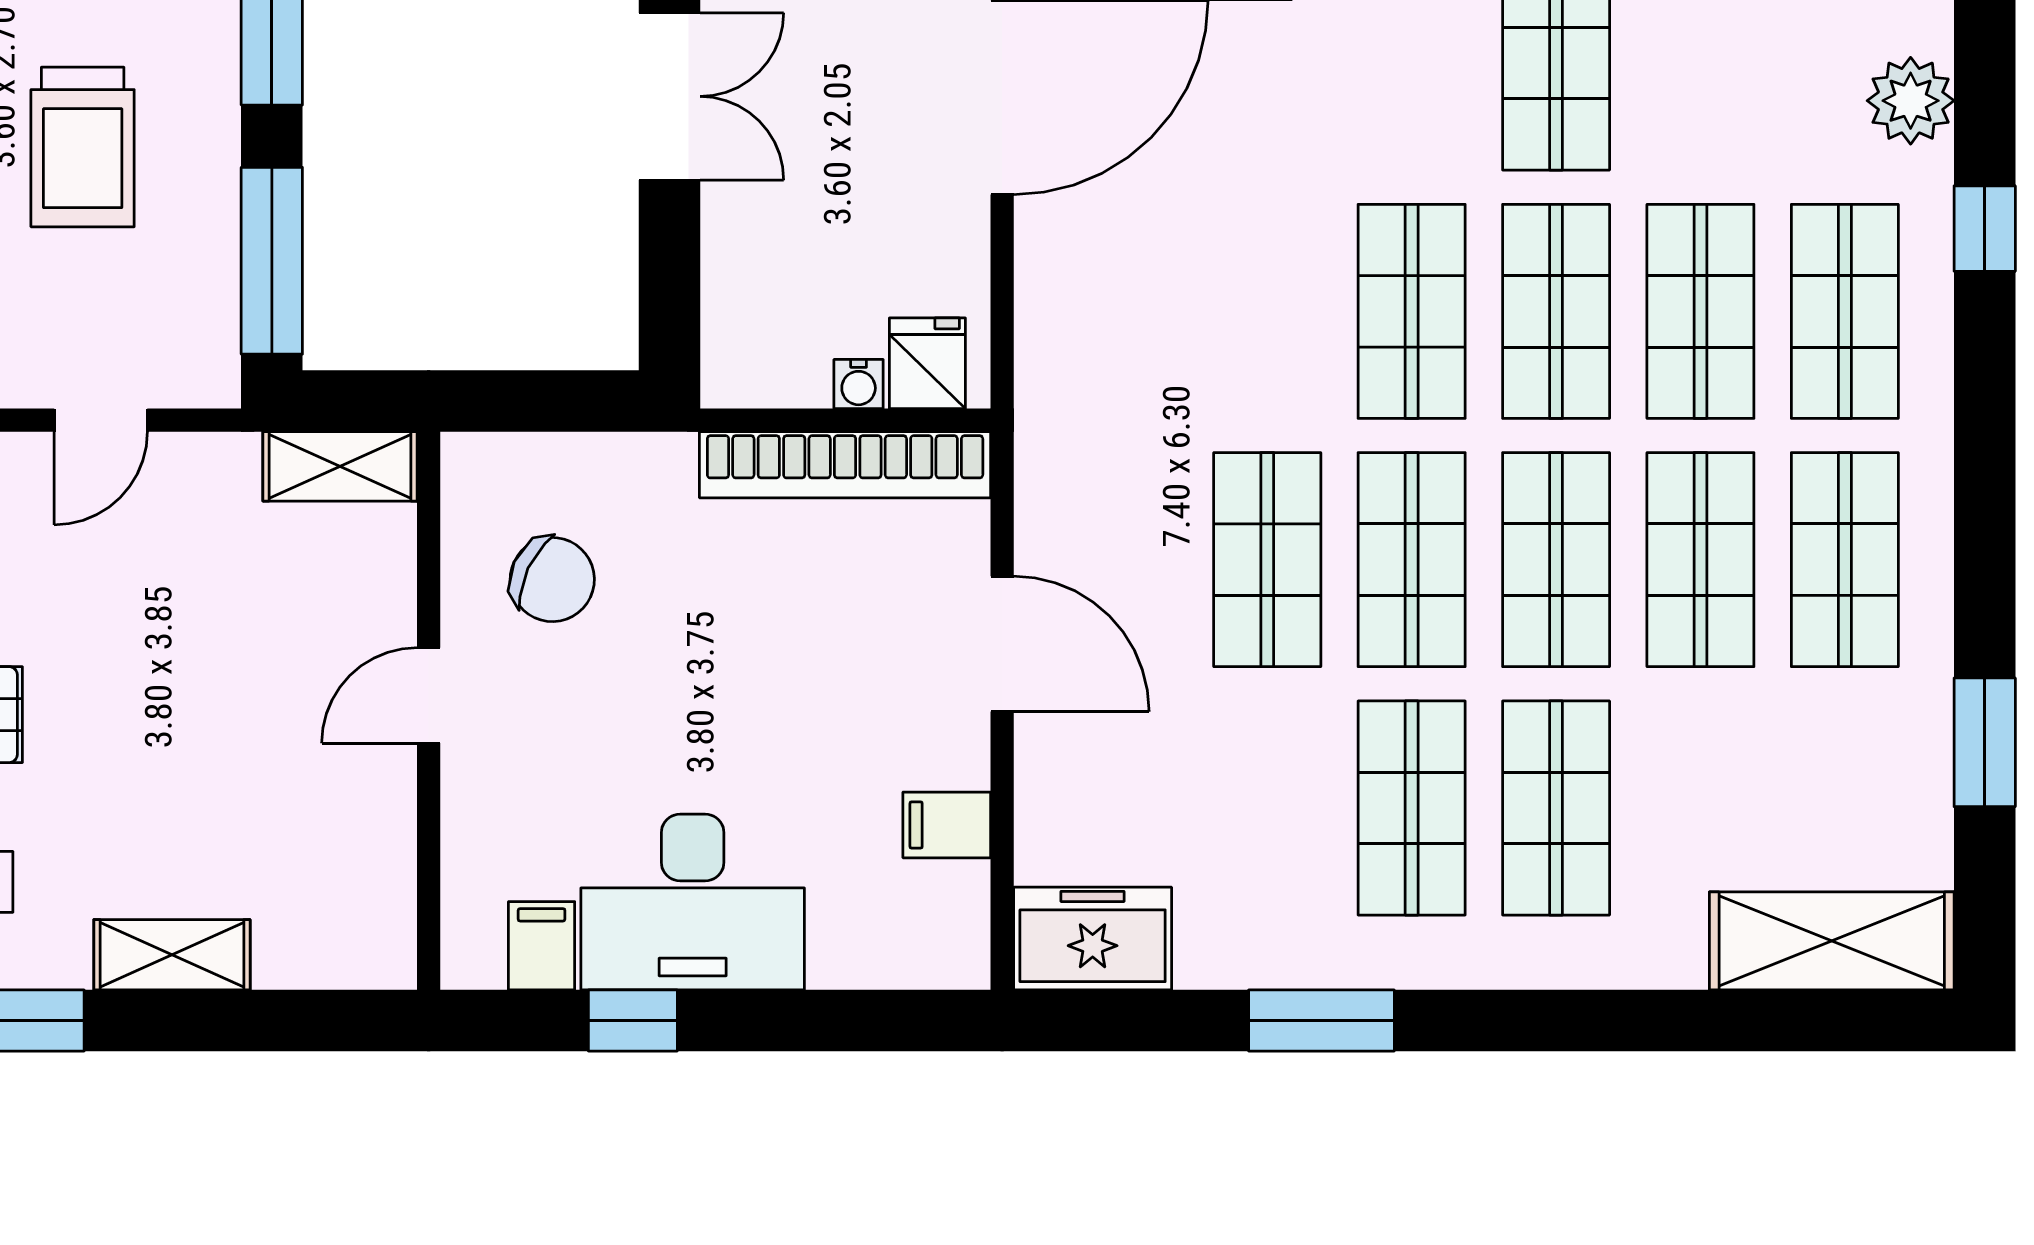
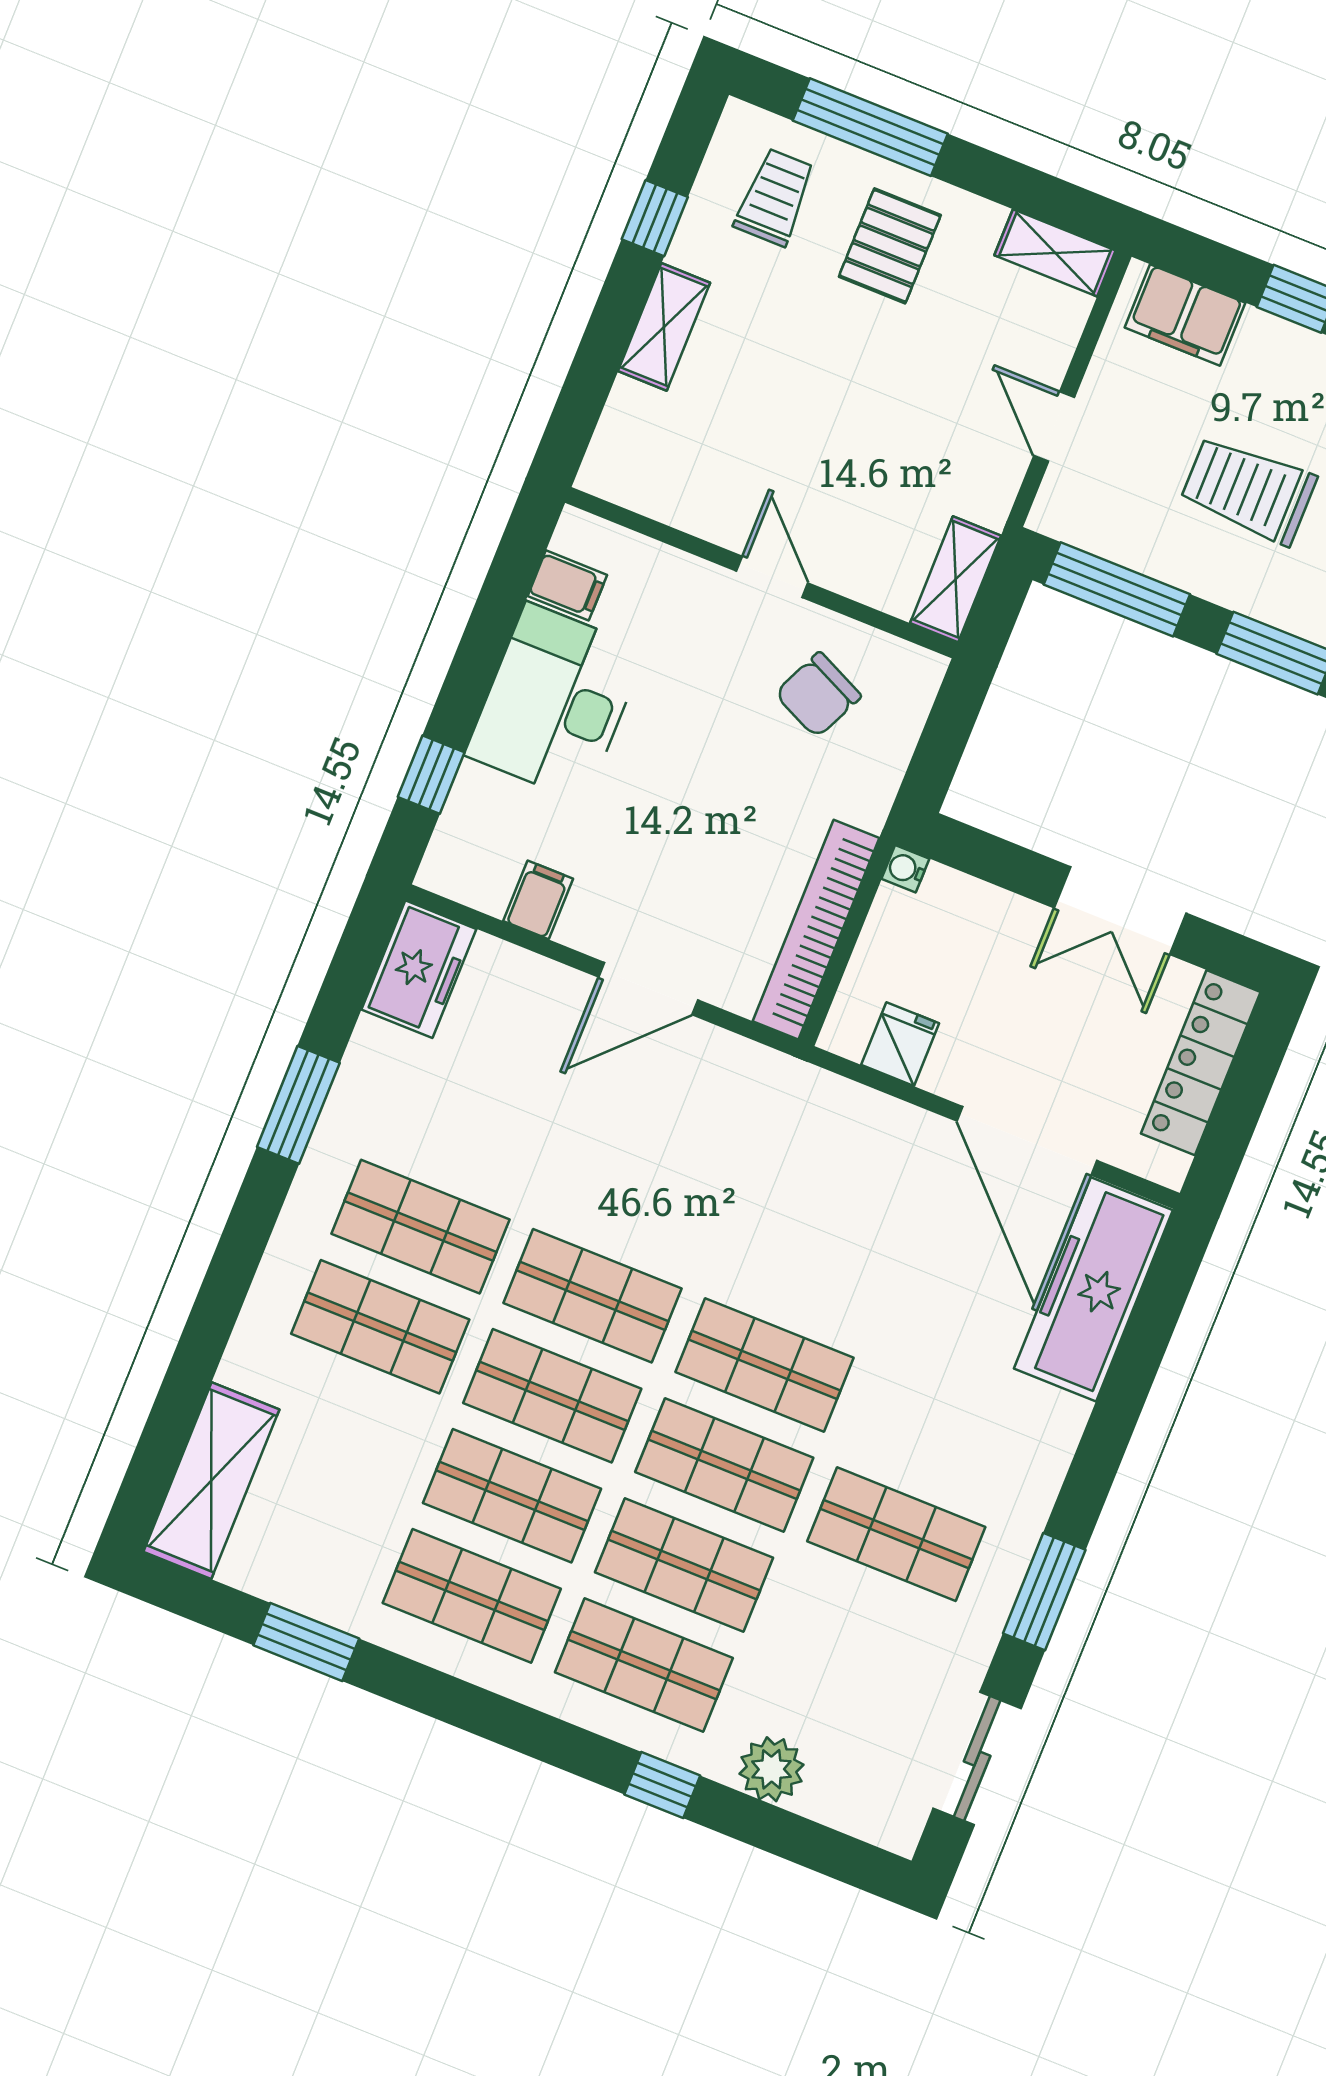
fridge: (927, 363) -> (900, 1044), moved, turned -90
water cooler: (859, 384) -> (905, 869), moved
shop shelf: (1267, 560) -> (633, 1196), removed
window: (633, 1020) -> (431, 775), moved

